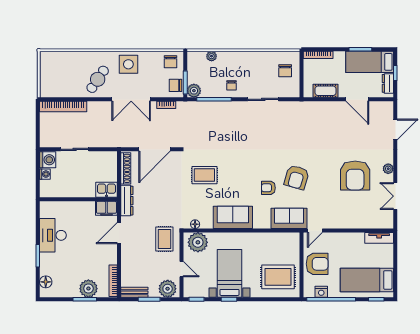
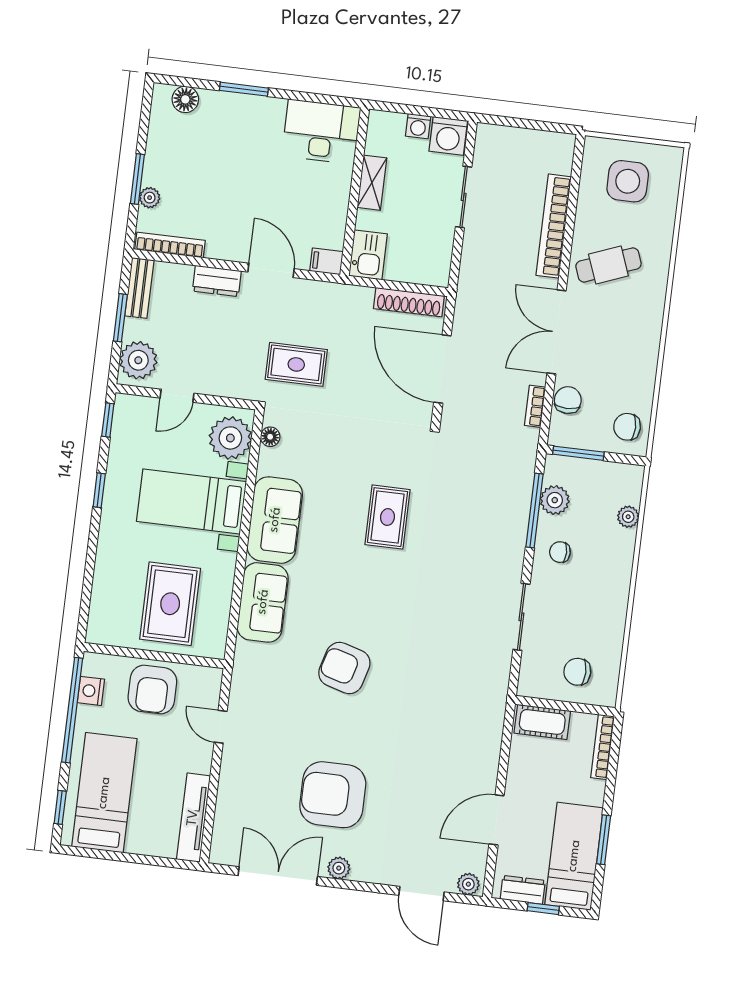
side table: (128, 64) -> (628, 181), moved
cafe table: (98, 79) -> (608, 265), turned -55
chair: (175, 85) -> (568, 400), moved
plant: (194, 91) -> (555, 500), moved
cot: (326, 91) -> (542, 722), moved, turned 90
bookcase: (63, 107) -> (554, 226), moved
plant: (388, 109) -> (468, 884), added
rug: (204, 175) -> (387, 517), moved
armchair: (268, 188) -> (329, 605), removed
shelving: (73, 192) -> (372, 183), added
double door: (395, 196) -> (278, 876), width x1.37
dresser: (127, 201) -> (217, 281), moved, width x0.70
filing cabinet: (106, 208) -> (326, 261), width x0.50
sofa: (289, 218) -> (263, 602), moved
door: (315, 231) -> (221, 727), moved
desk: (53, 235) -> (321, 132), moved
tv unit: (379, 238) -> (193, 818), width x1.41
rug: (164, 239) -> (296, 364), moved
bed with nightstands: (229, 273) -> (191, 501), moved, turned 180
rug: (278, 277) -> (170, 604), moved
plant: (88, 289) -> (150, 198), width x0.53, depth x0.53

